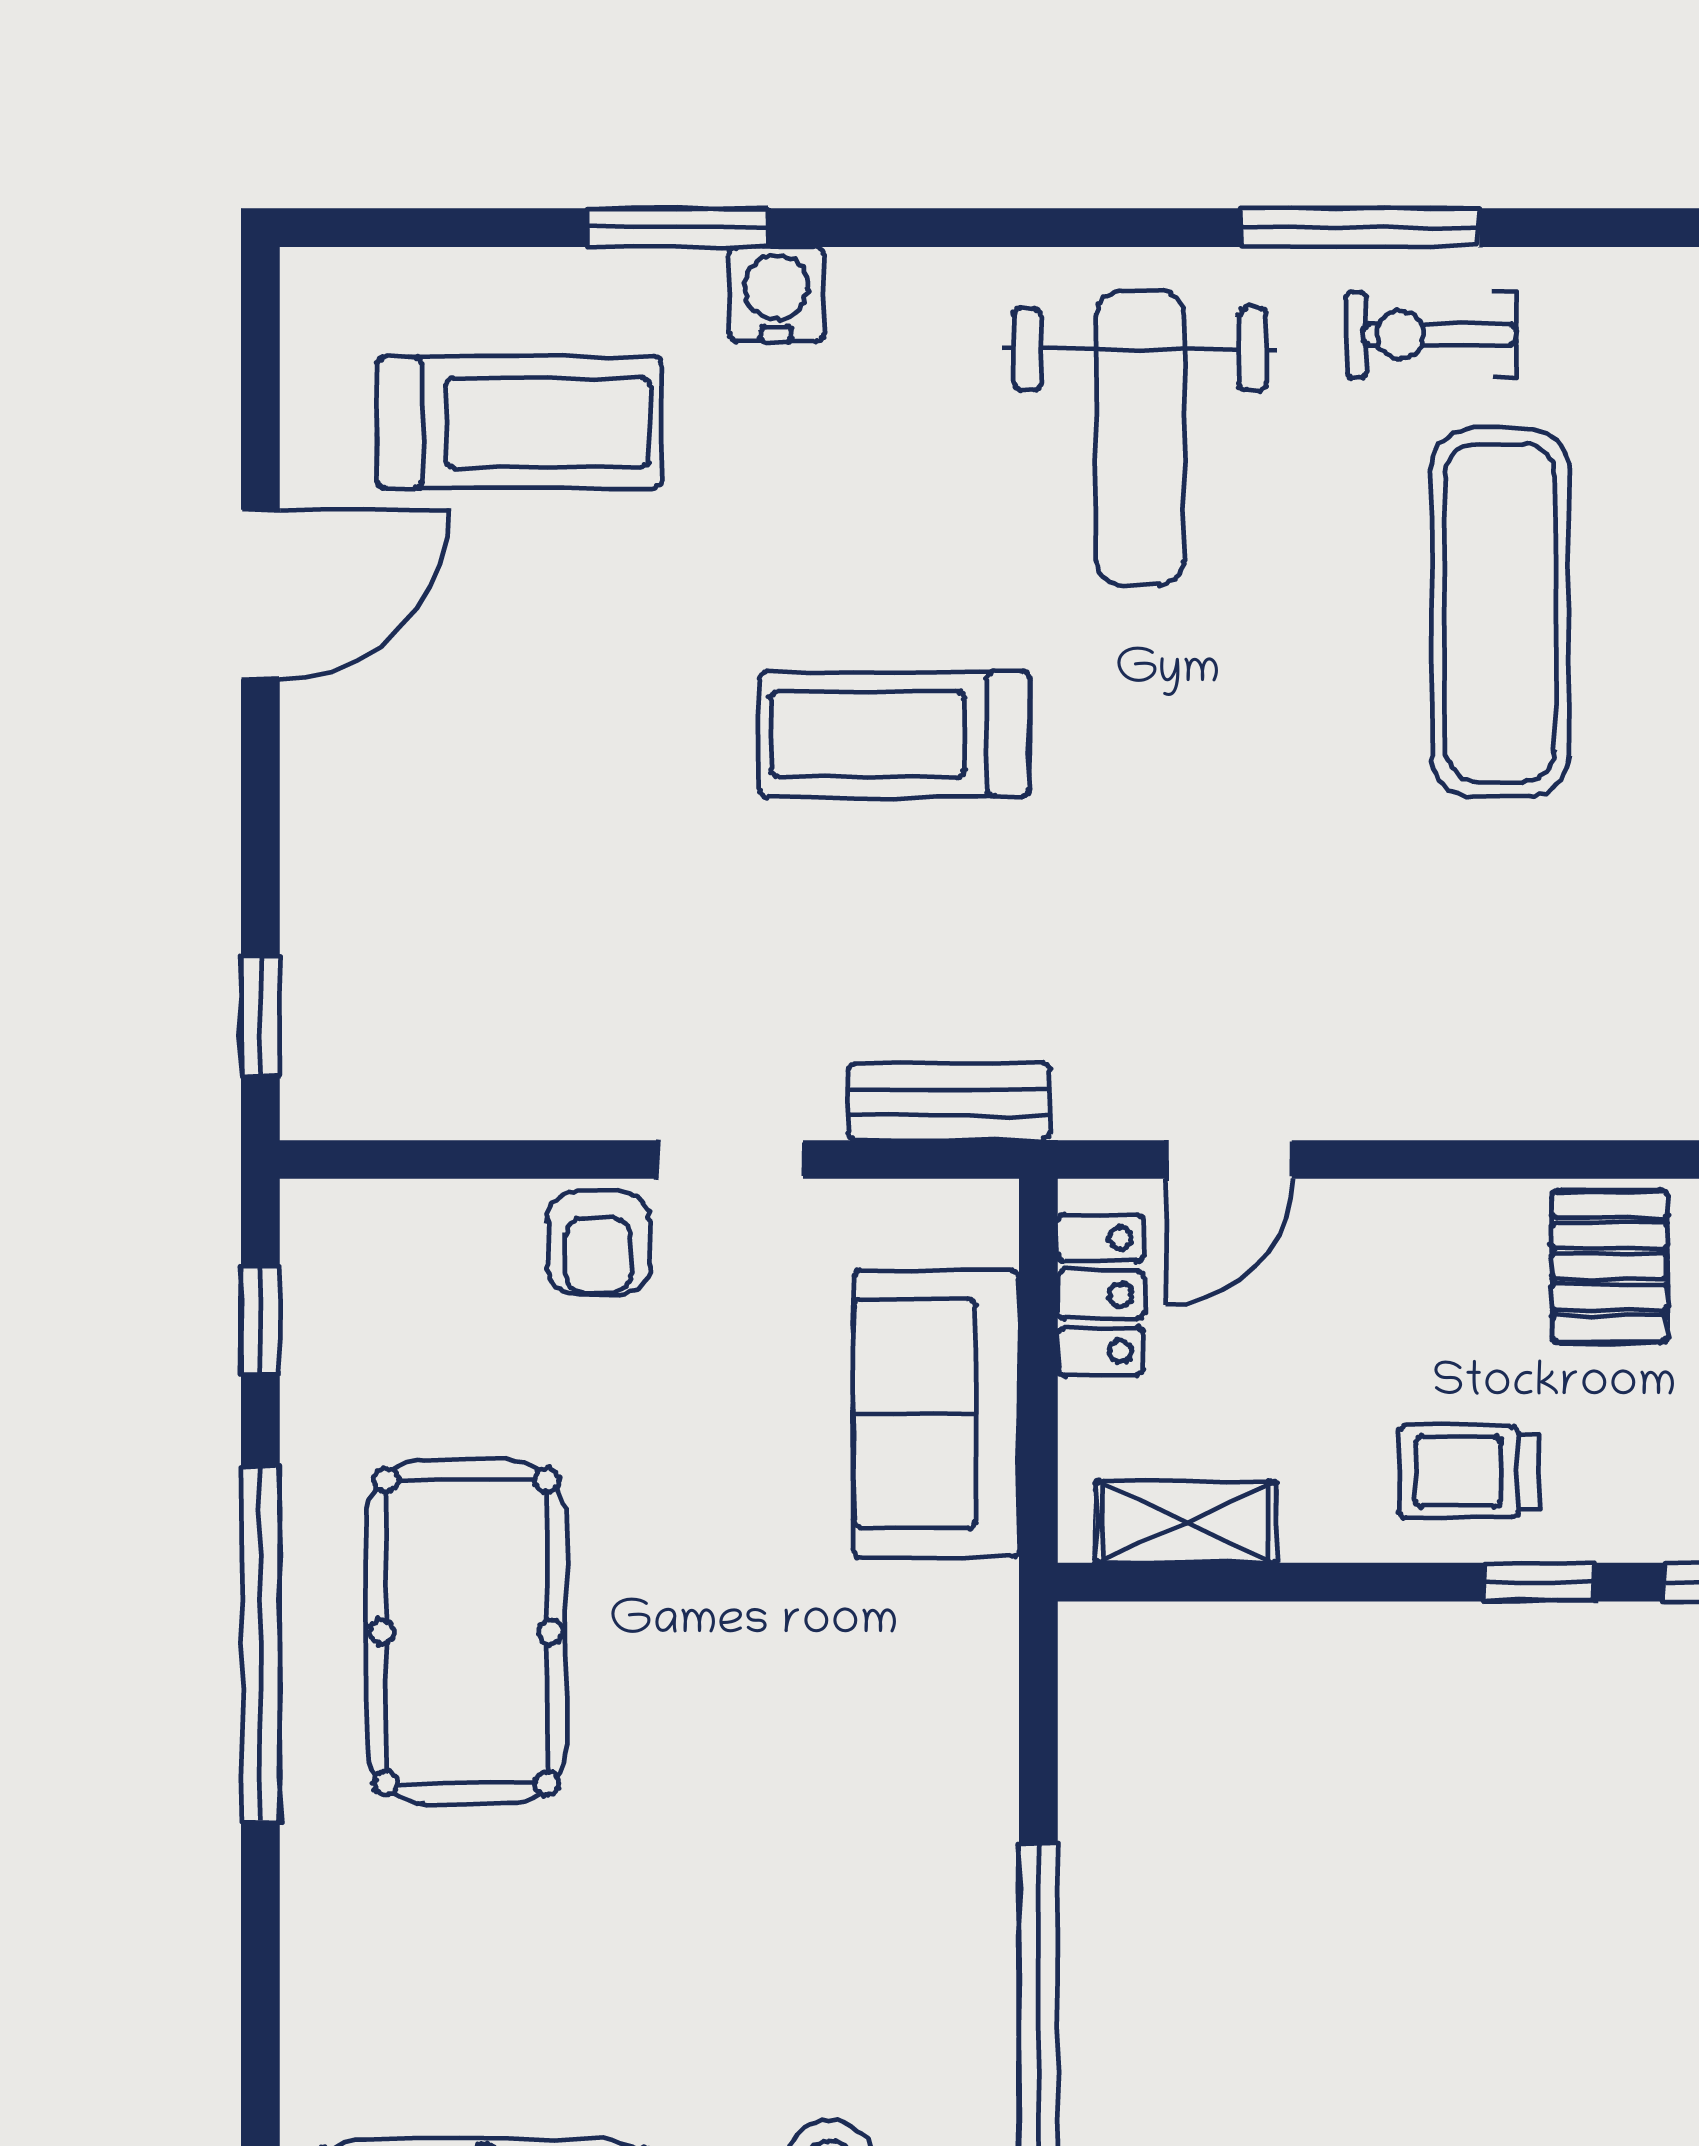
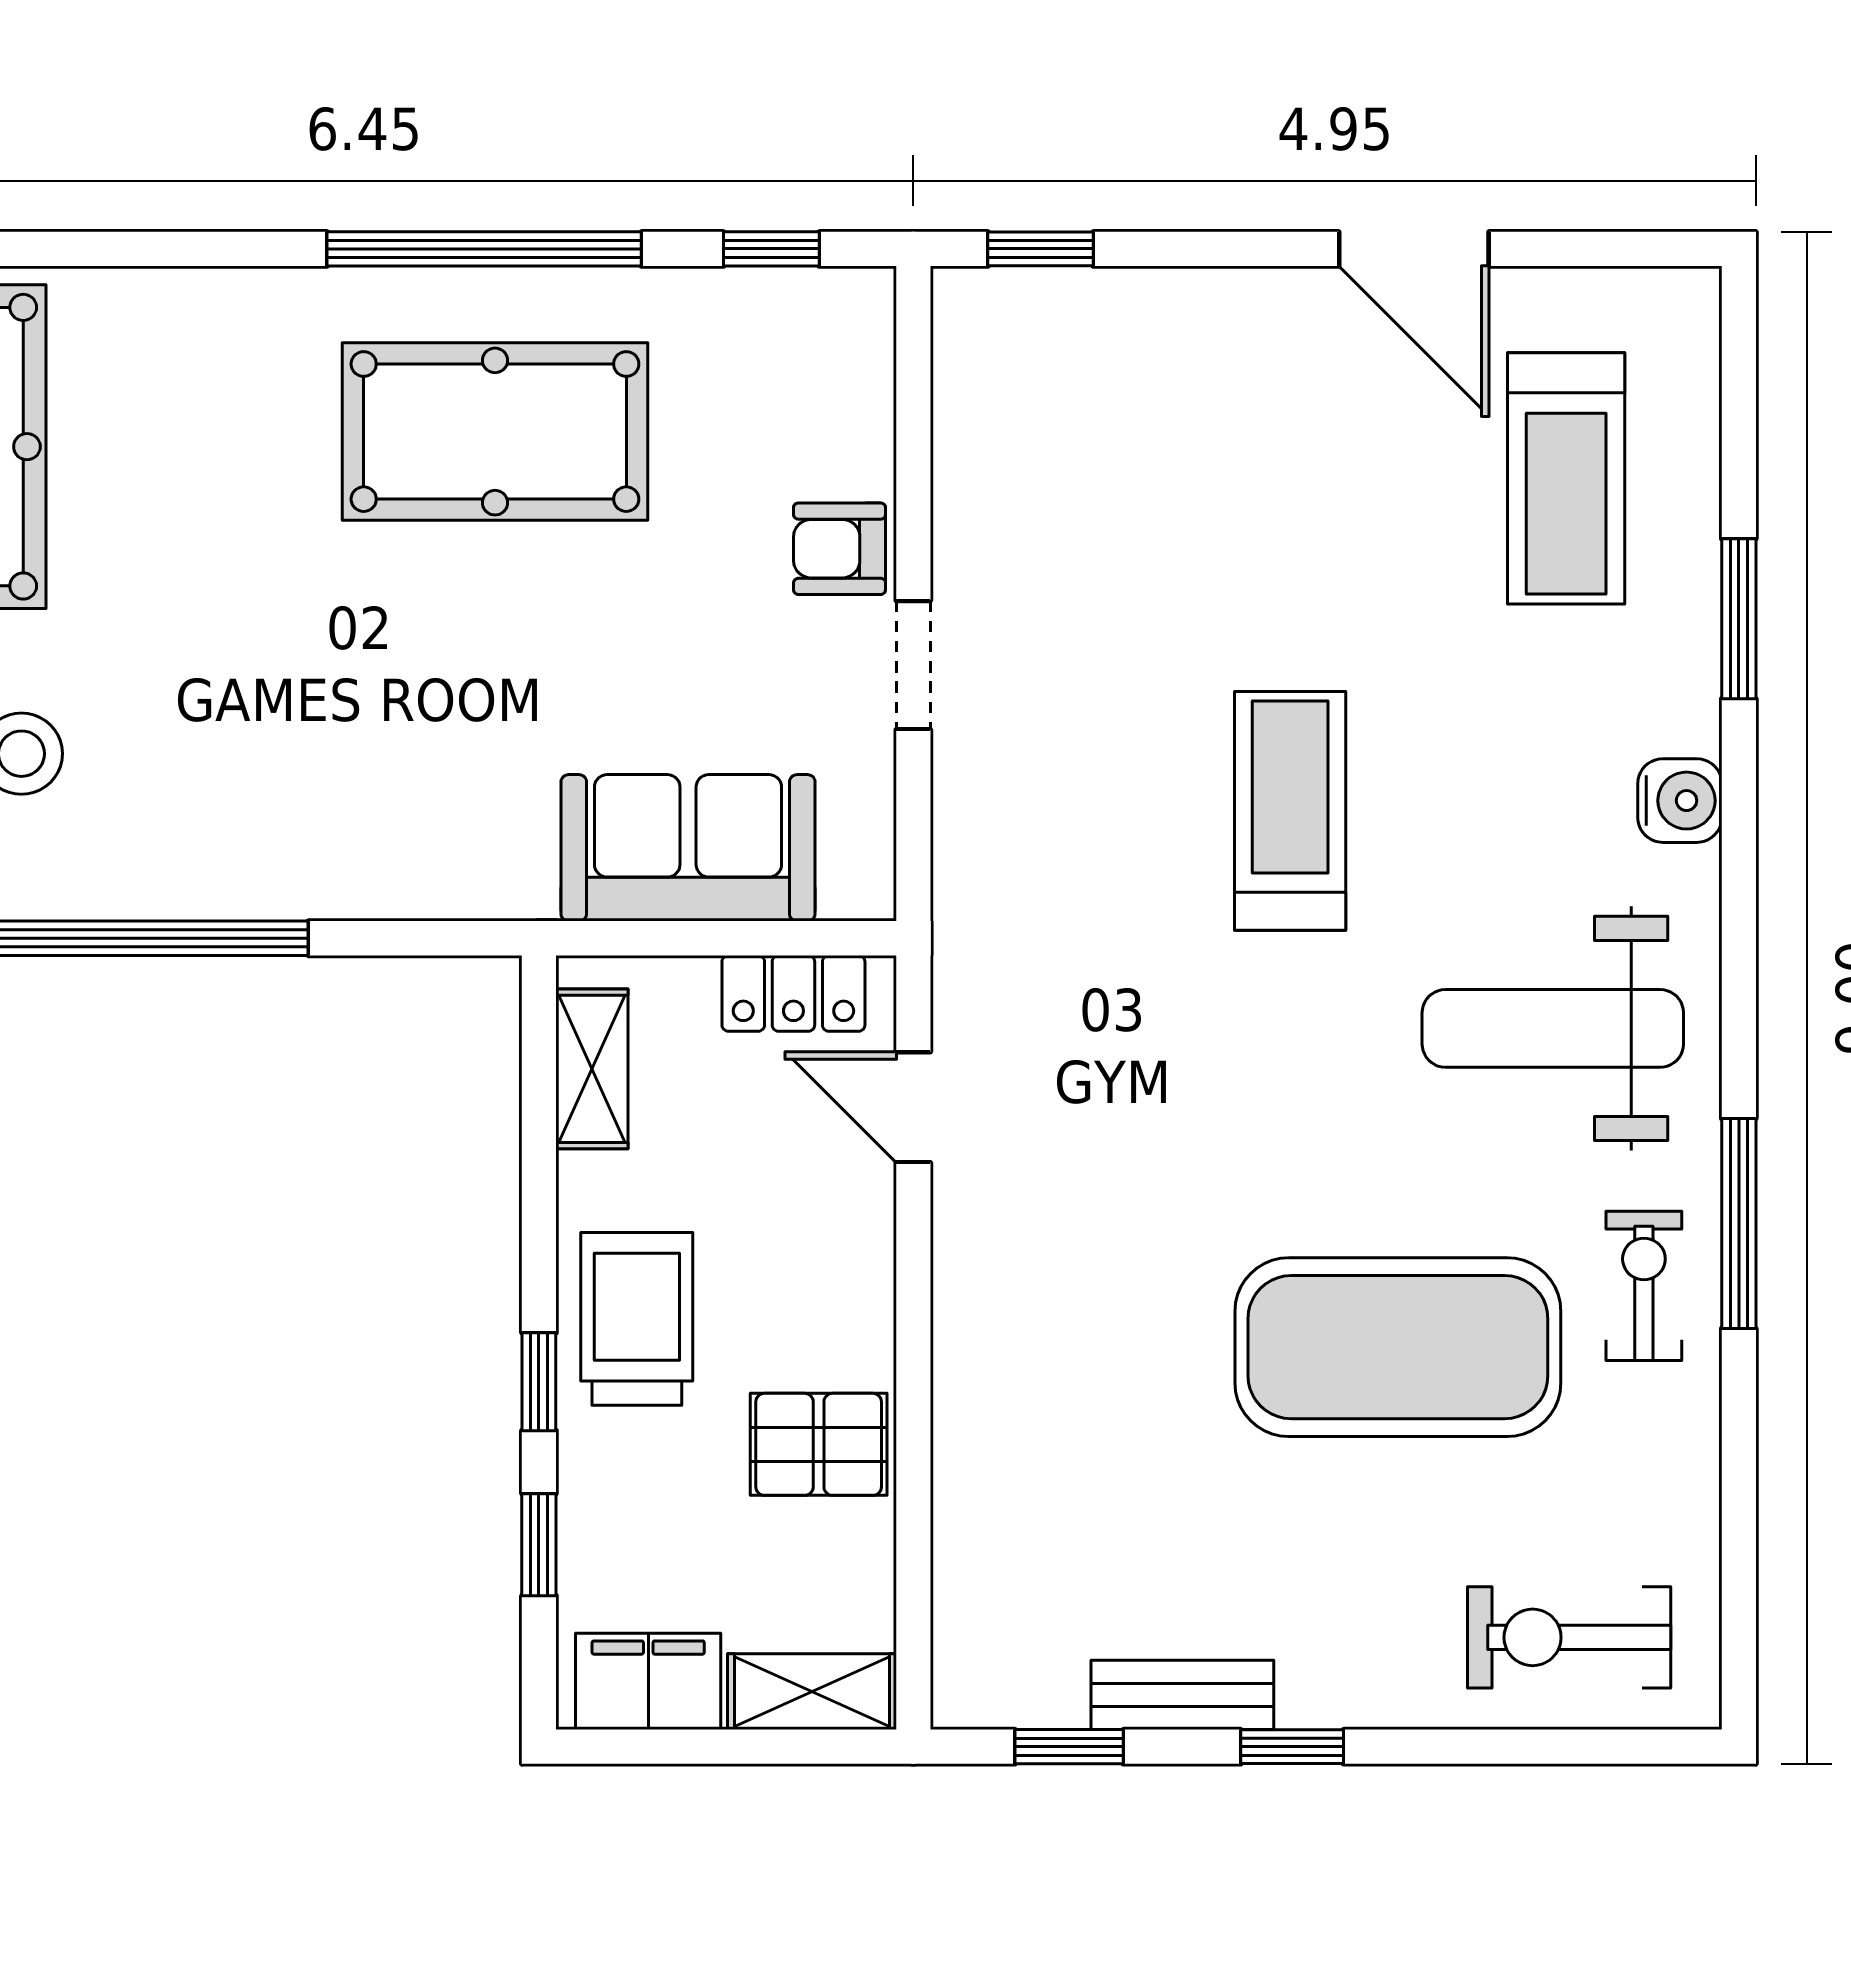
water cooler: (776, 294) -> (1680, 801), moved
exercise mat: (1500, 613) -> (1398, 1347), width x1.47
bench: (949, 1102) -> (965, 859), removed
trolley: (1468, 1472) -> (637, 1319), width x1.36, depth x1.39

